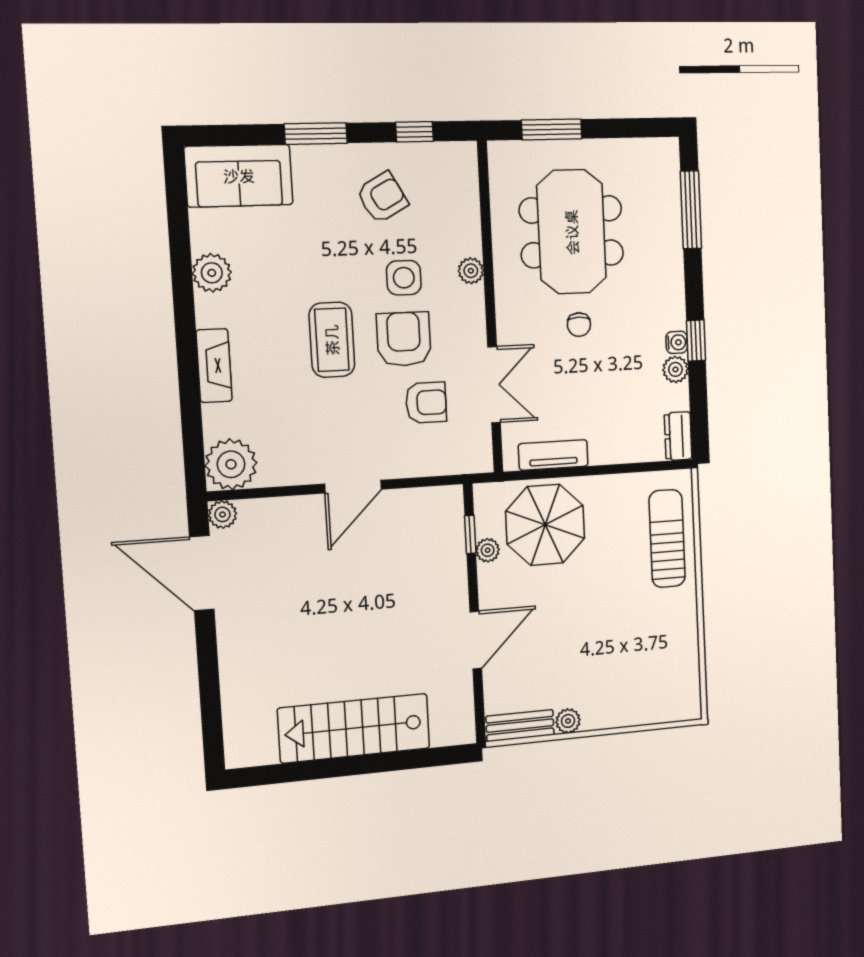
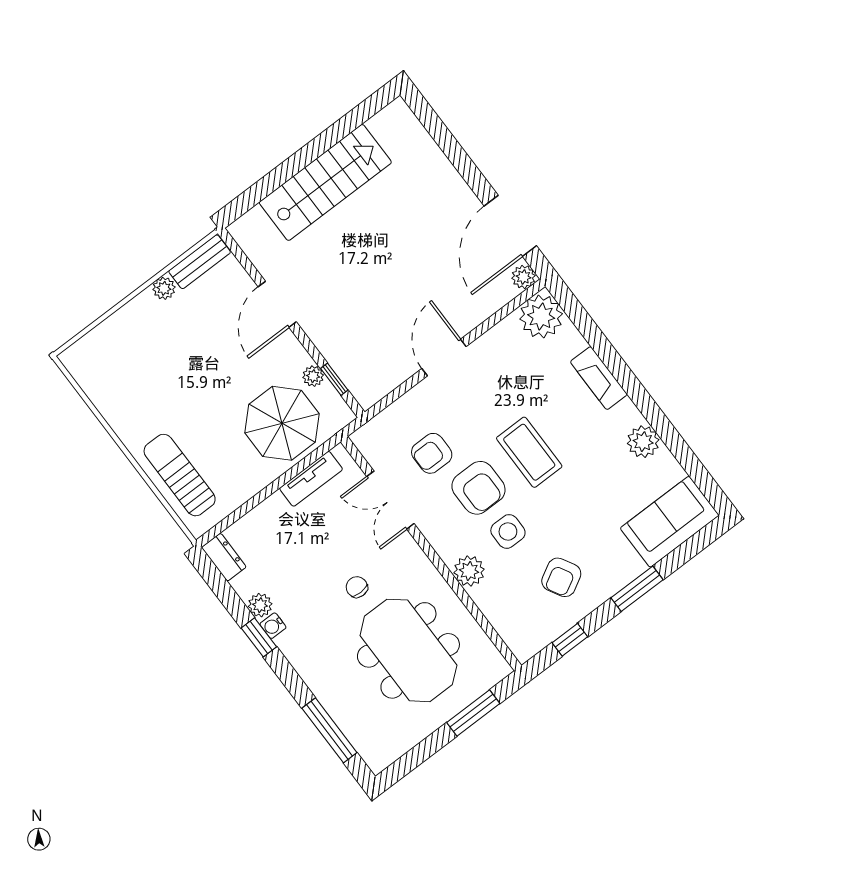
plant: (471, 271) -> (469, 571), width x1.38, depth x1.38
sun lounger: (667, 539) -> (180, 475), turned 180
door: (202, 573) -> (510, 226), swing flipped

